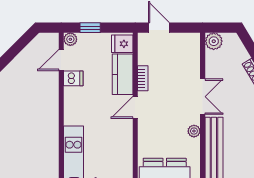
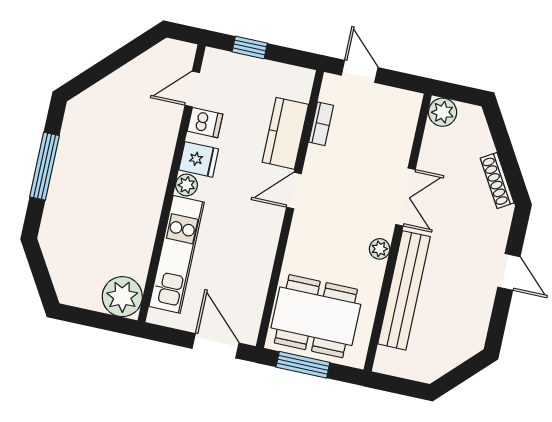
plant: (70, 39) -> (186, 185), moved
fridge: (122, 44) -> (199, 159), moved, turned 180
bookcase: (143, 78) -> (321, 124), moved

